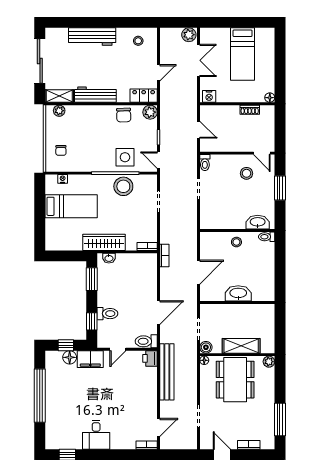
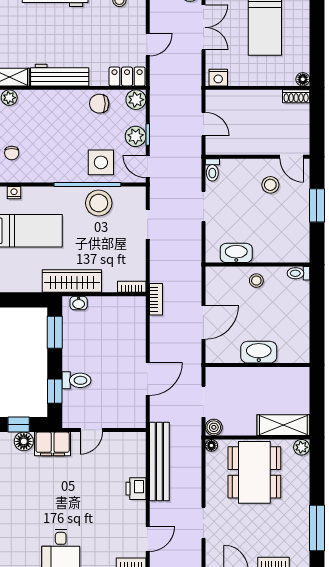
shoe rack: (250, 110) -> (296, 96), moved
chair: (124, 115) -> (99, 104), turned 92
plant: (150, 139) -> (136, 136), added
washbasin: (258, 222) -> (236, 253), moved
toilet: (146, 341) -> (131, 419), removed
shelving: (241, 346) -> (283, 425), moved
printer: (150, 358) -> (136, 489), moved

